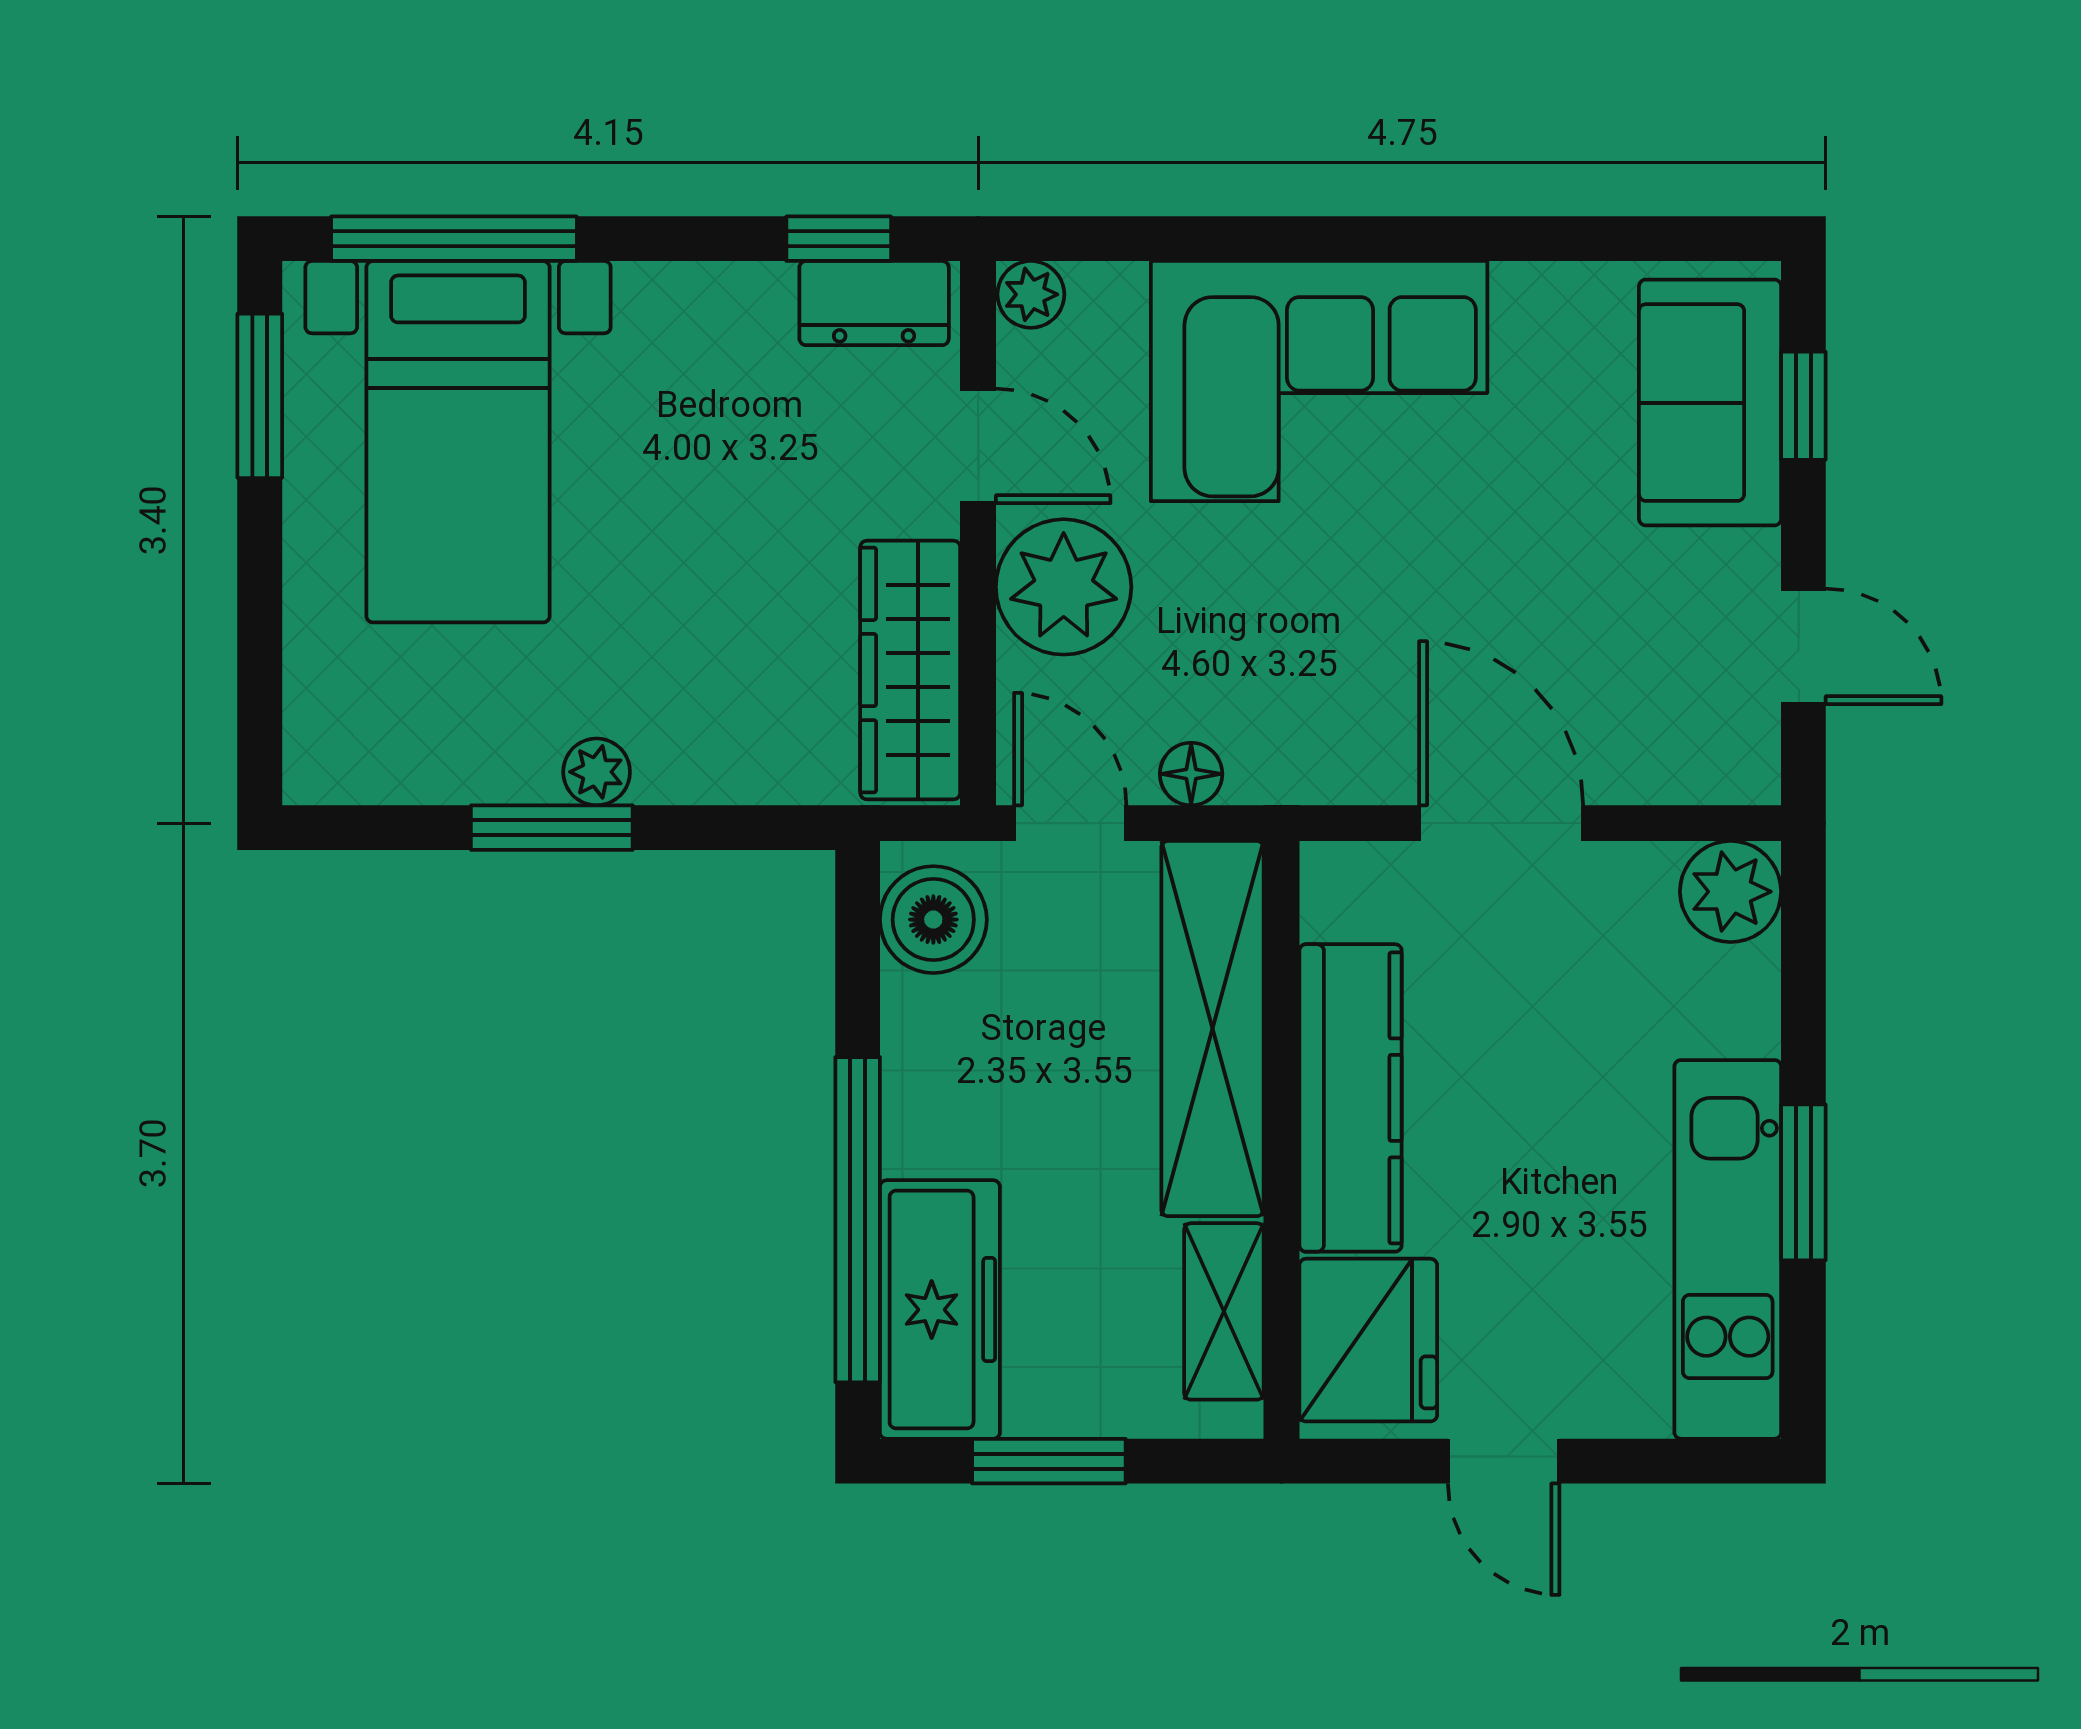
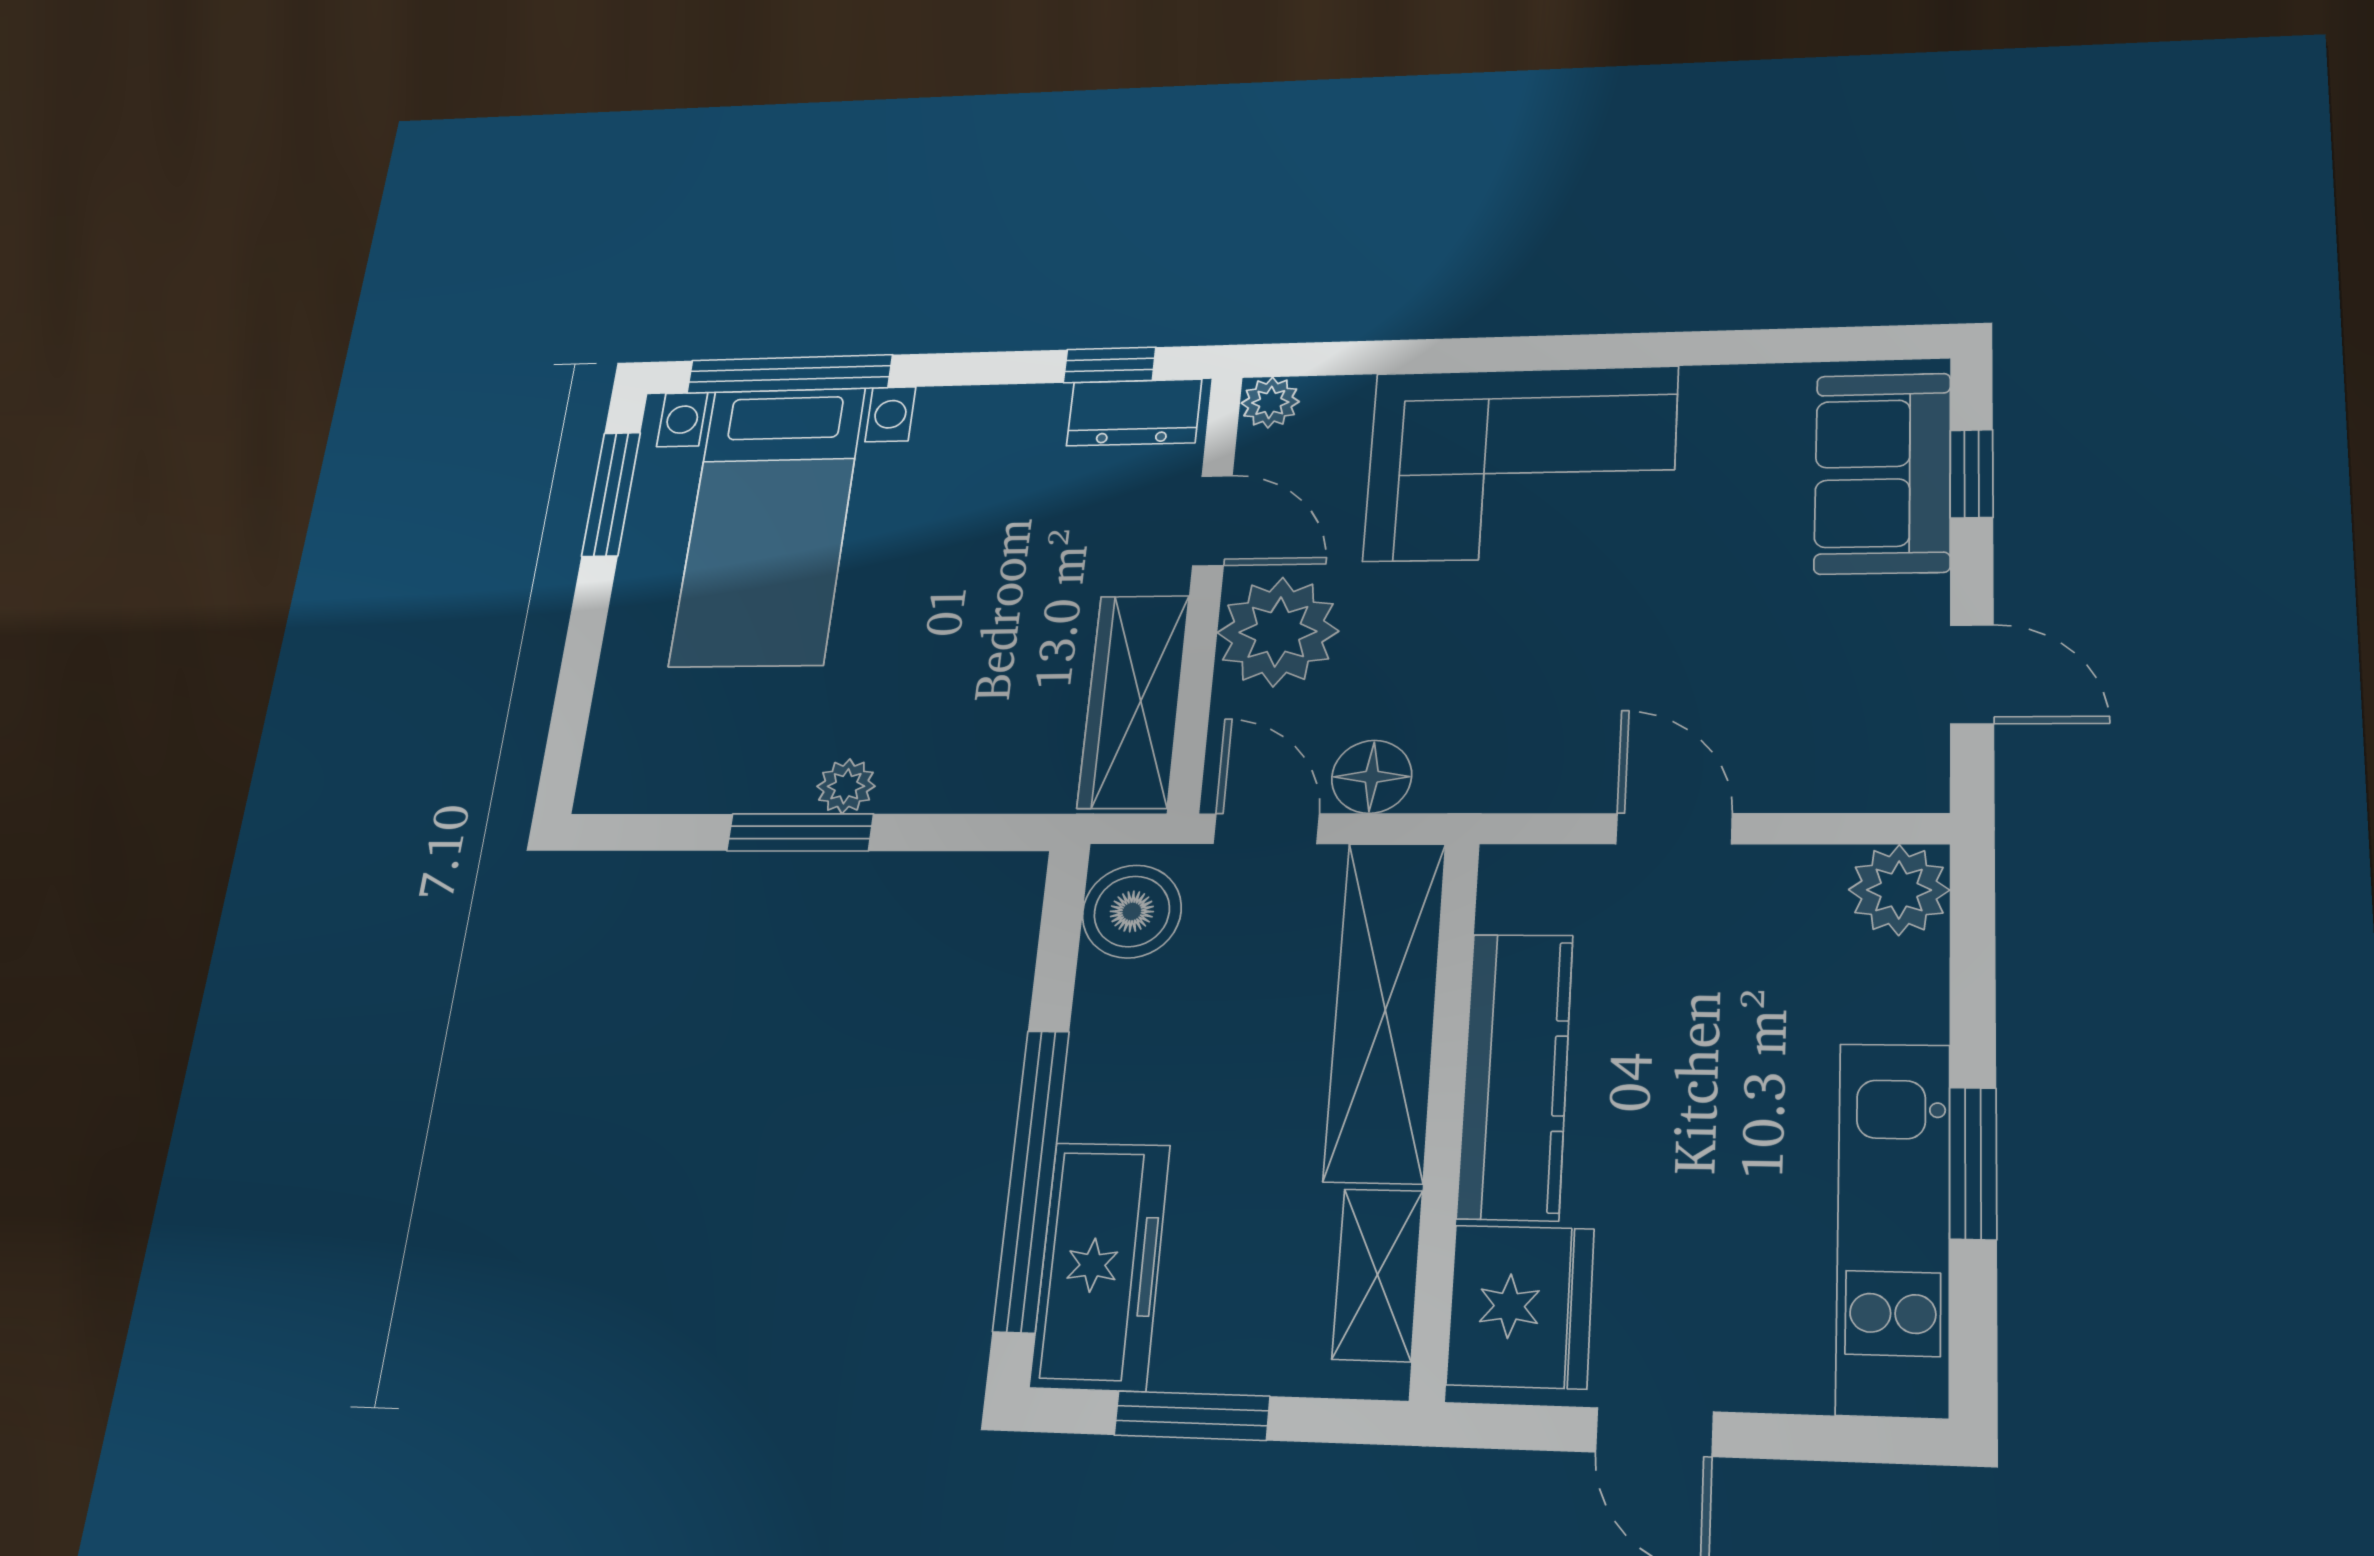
floor lamp: (1191, 774) -> (1372, 777), width x1.37, depth x1.37
door: (1501, 823) -> (1674, 829), width x0.73

